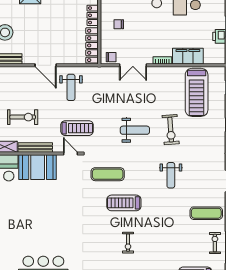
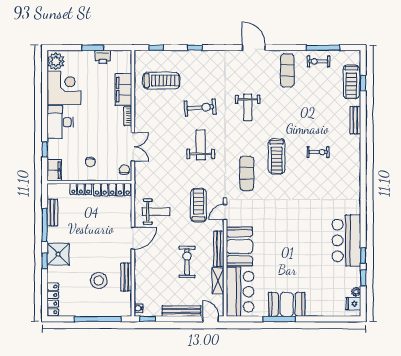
treadmill: (197, 92) -> (161, 81), width x0.73, depth x0.73
weight bench: (171, 175) -> (248, 107), turned 90

